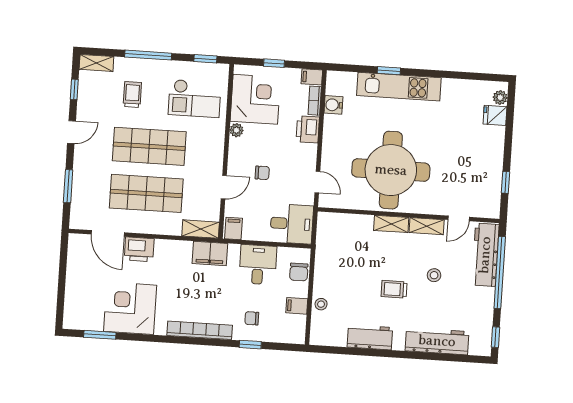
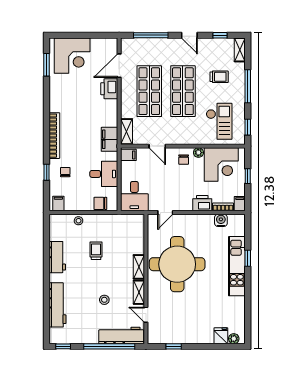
checkout: (195, 98) -> (219, 121), turned 180
chair: (262, 173) -> (184, 160), moved
window: (68, 186) -> (151, 35), width x1.44
trolley: (394, 289) -> (96, 251), moved
filing cabinet: (297, 306) -> (58, 204), moved
corner desk: (130, 308) -> (72, 56), moved, turned 90

